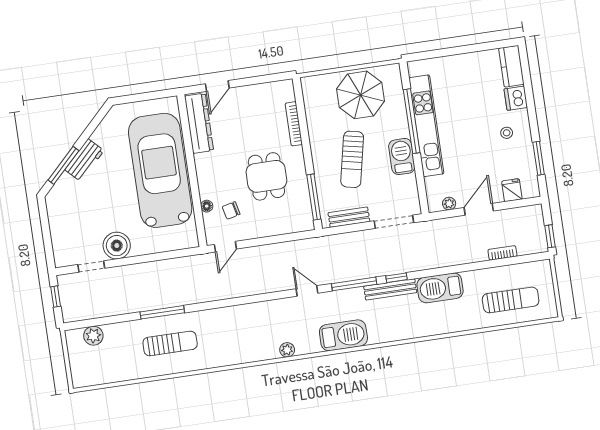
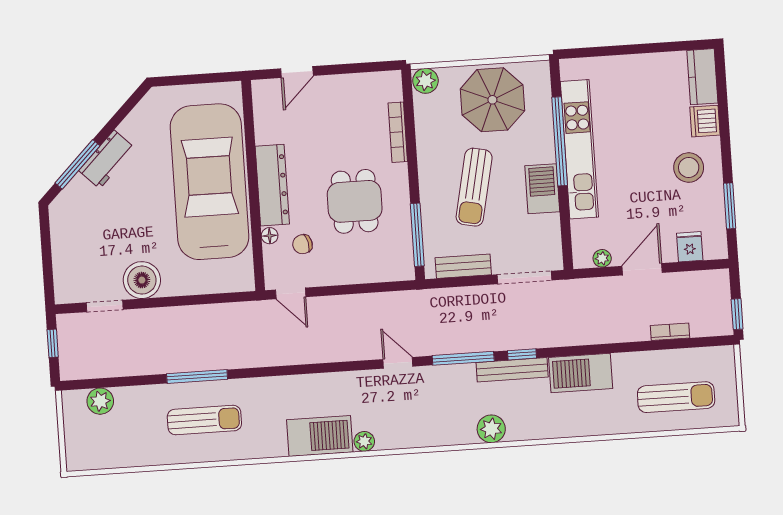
plant: (311, 85) -> (425, 81), added
dresser: (199, 123) -> (272, 185), moved
stool: (507, 133) -> (689, 168), width x1.89, depth x1.89
door: (225, 247) -> (291, 293), hinge flipped
plant: (378, 333) -> (491, 429), added
barbecue: (343, 335) -> (320, 436), moved

